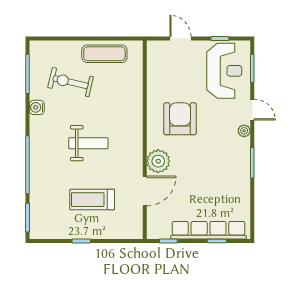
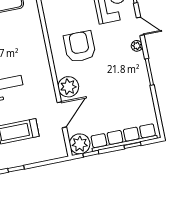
plant: (158, 228) -> (80, 144), added

